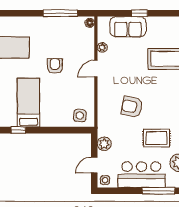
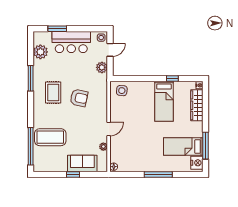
window: (60, 13) -> (158, 175), moved
armchair: (55, 66) -> (142, 131), removed
rug: (156, 138) -> (53, 93), moved, turned 90
window: (158, 191) -> (57, 29), width x0.69

